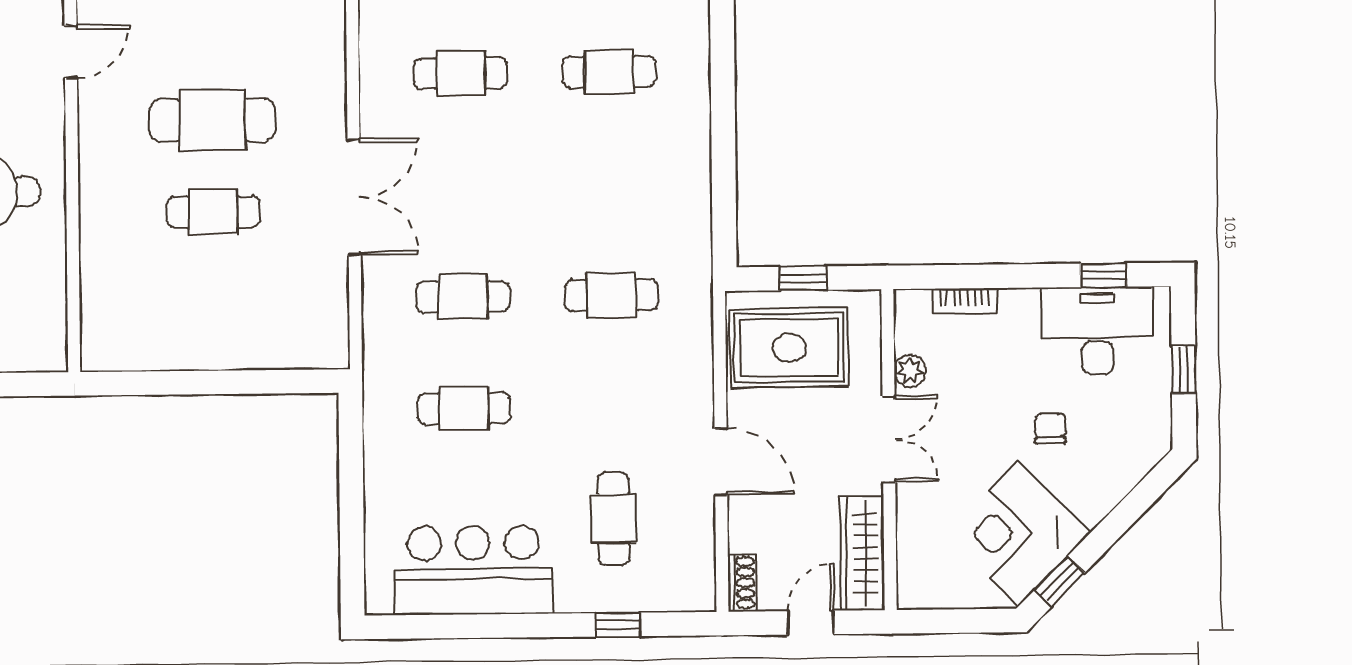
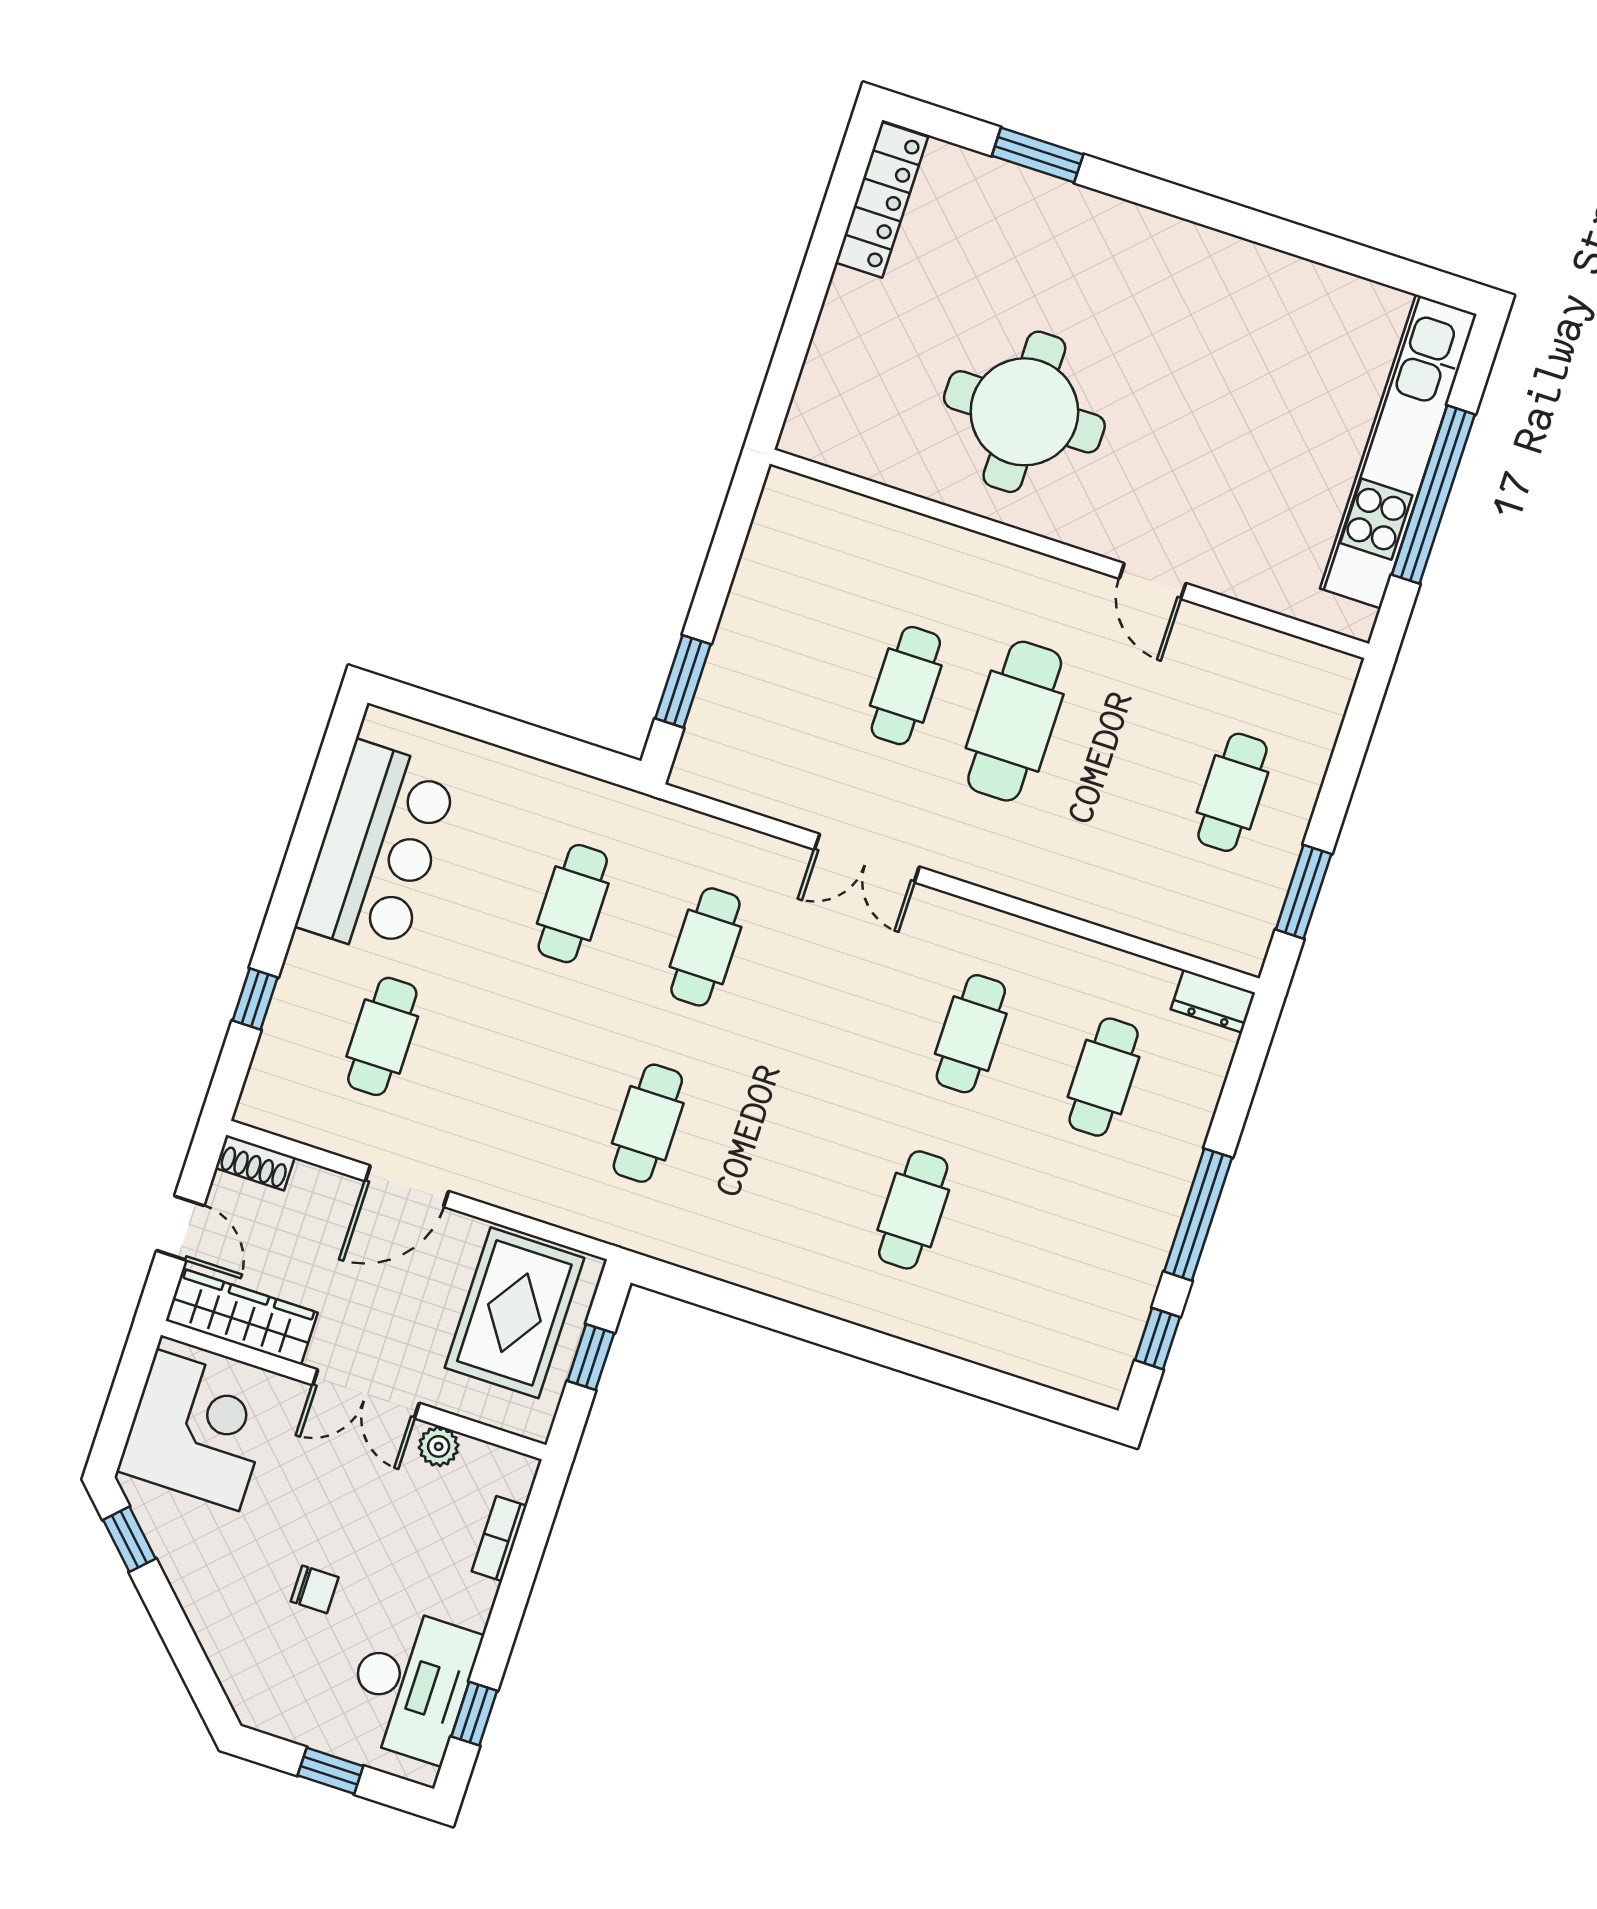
double door: (354, 197) -> (867, 858), width x0.73
window: (267, 382) -> (683, 681), added
cafe table: (614, 519) -> (382, 1036), turned 90
corner desk: (1018, 533) -> (198, 1430), moved, turned 45

